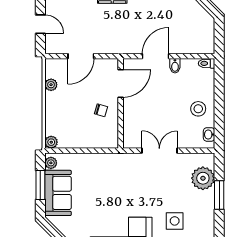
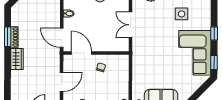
door: (81, 56) -> (62, 82), hinge flipped
door: (156, 56) -> (62, 38), moved

